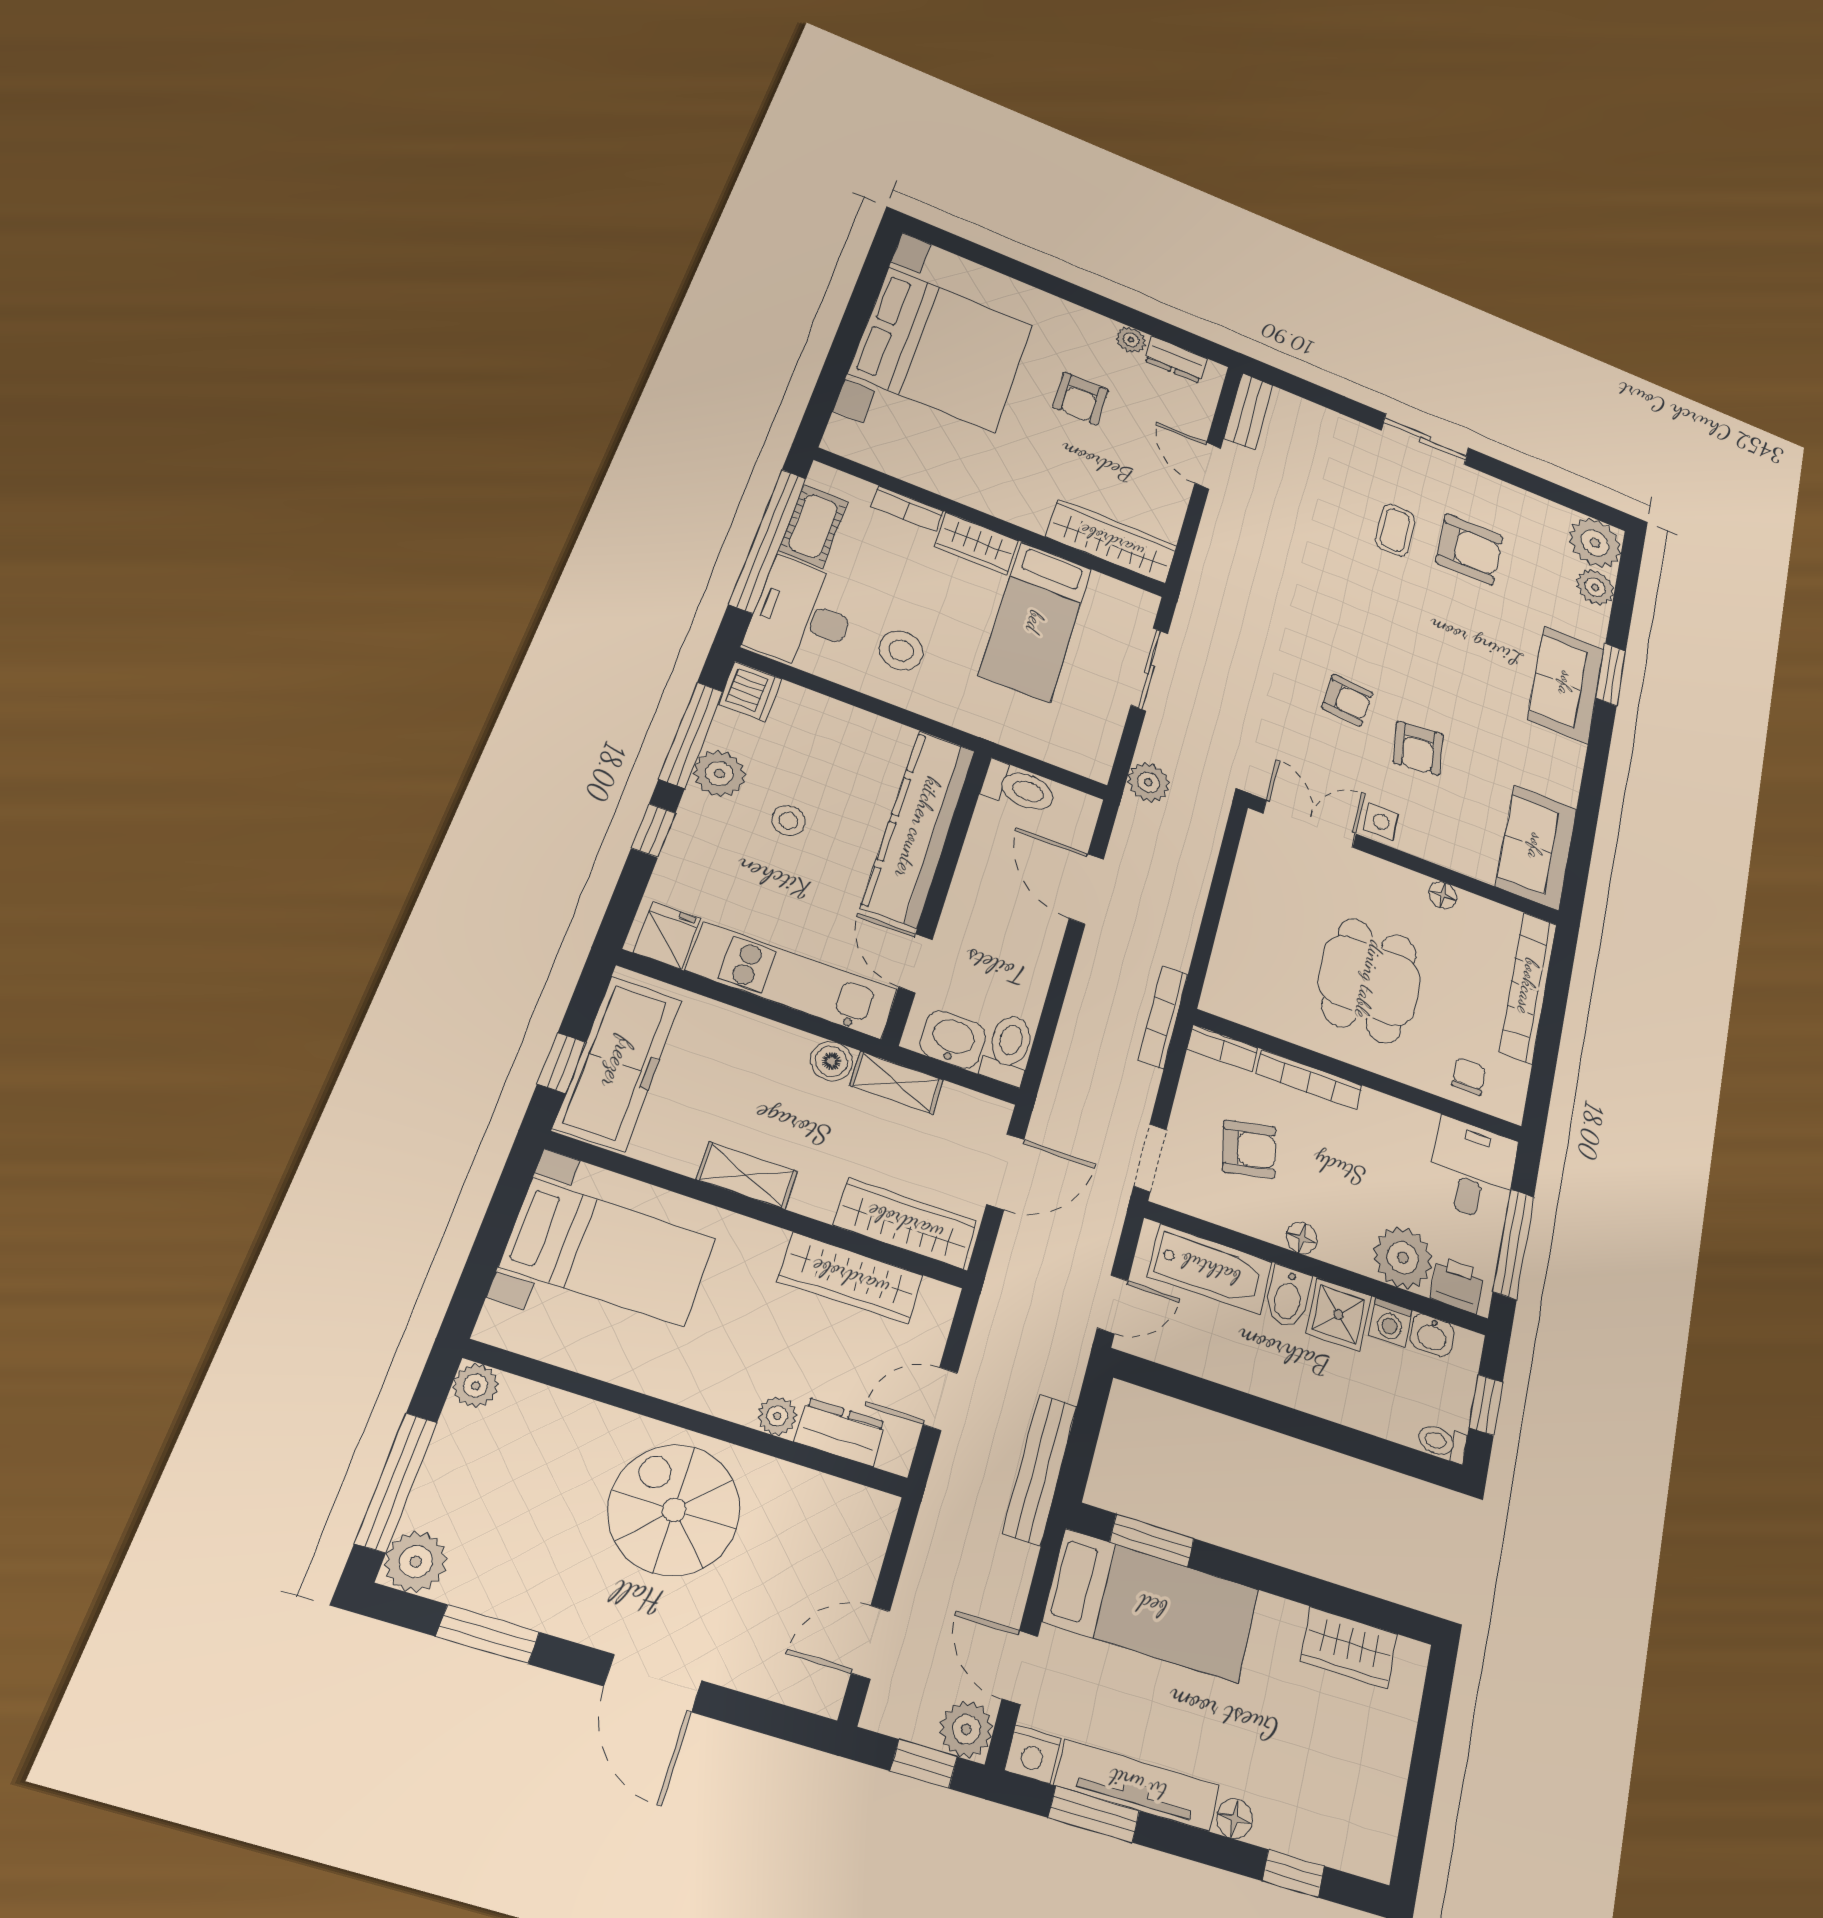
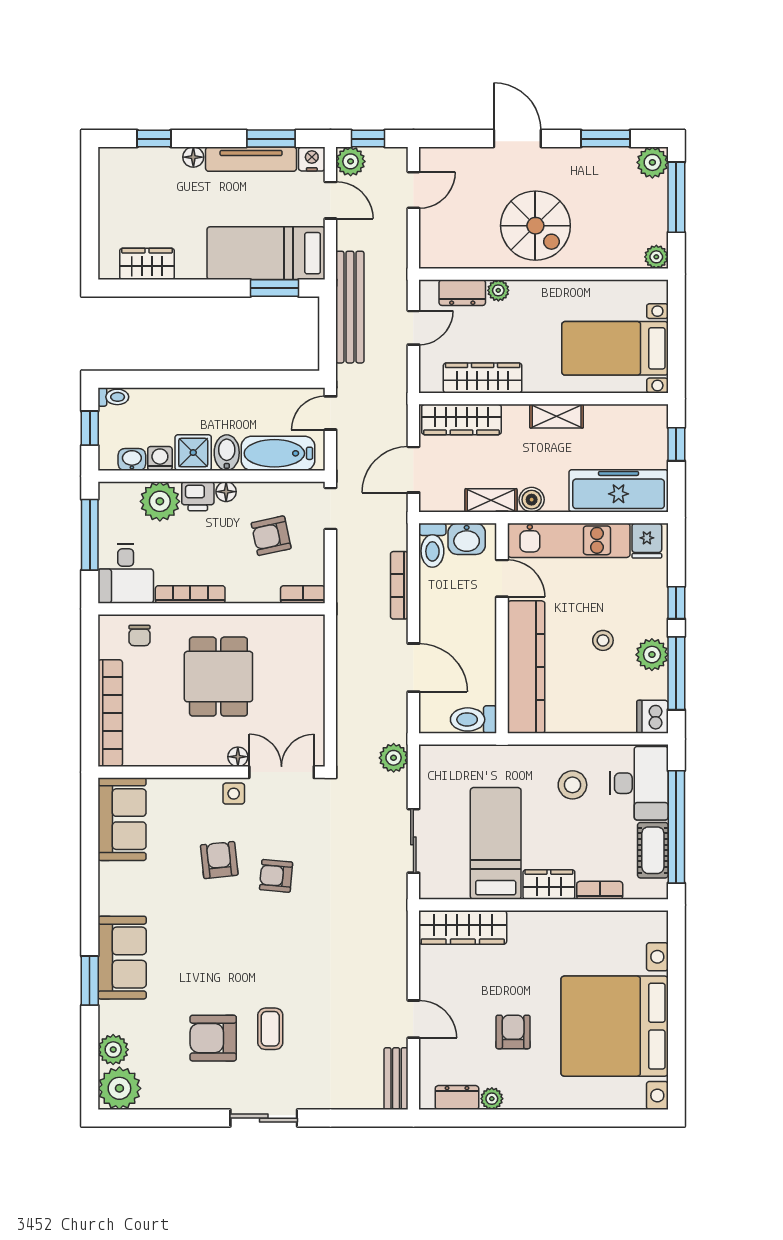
double door: (1310, 824) -> (282, 772), swing flipped
floor lamp: (1443, 895) -> (238, 757), moved
bookcase: (1163, 1017) -> (399, 585), moved, turned 180
freezer: (618, 1063) -> (619, 491), moved, turned 90
bookcase: (1309, 1080) -> (190, 594), moved
printer: (1457, 1285) -> (198, 496), moved
bench: (1040, 1469) -> (350, 307), width x1.37, depth x1.21

